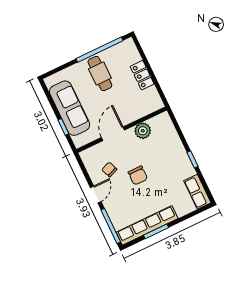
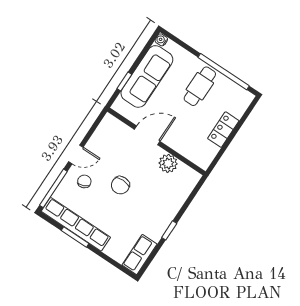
water cooler: (49, 82) -> (161, 40), added
chair: (109, 169) -> (84, 181), moved

